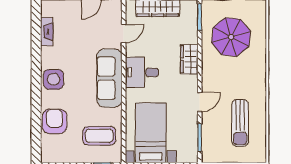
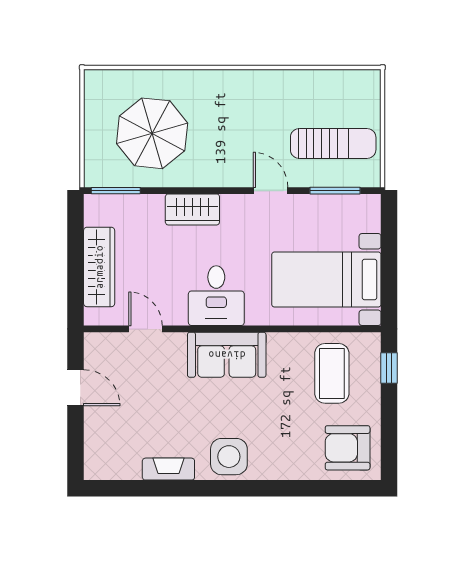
fireplace: (47, 32) -> (168, 469), moved
sofa: (109, 78) -> (227, 355), width x0.73
armchair: (54, 121) -> (348, 448), moved
sun lounger: (240, 123) -> (333, 144), moved

